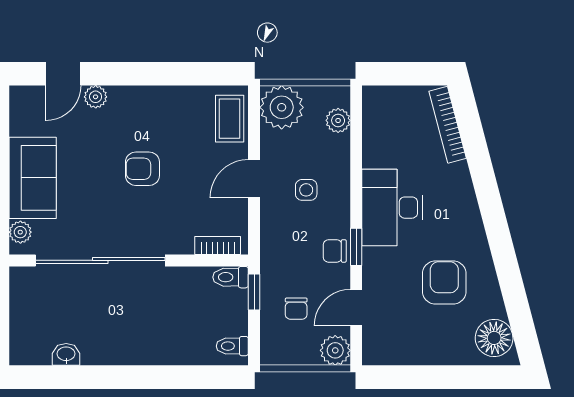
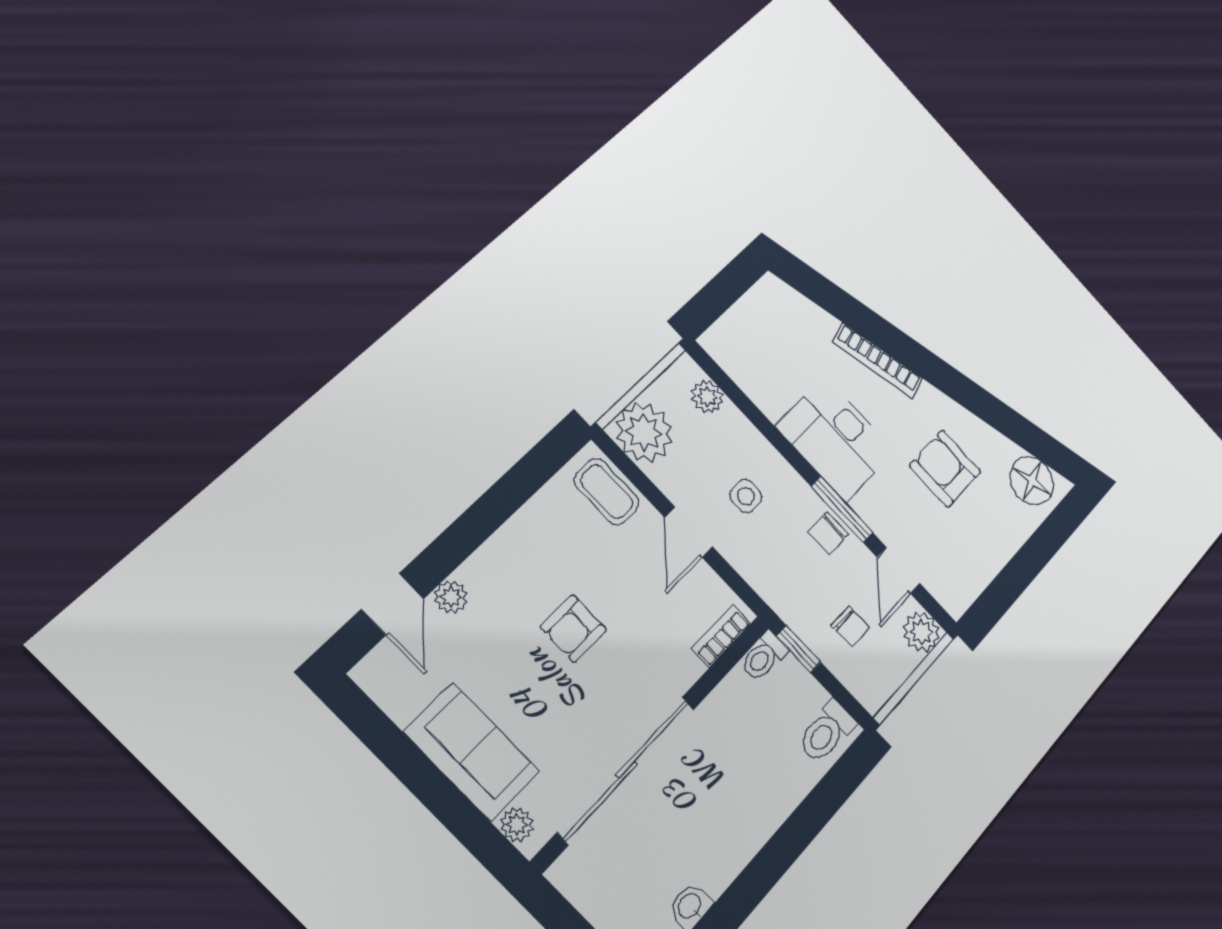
bookcase: (448, 125) -> (878, 360), moved
window: (356, 247) -> (842, 510), width x1.50
toilet: (232, 346) -> (827, 731), width x1.37, depth x1.39

